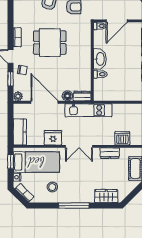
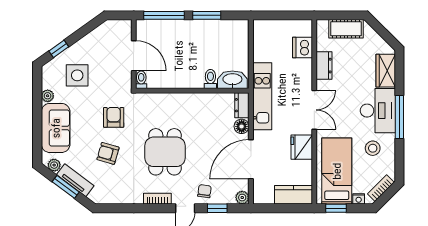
washbasin: (100, 59) -> (232, 80), moved
desk: (78, 191) -> (378, 111), added

